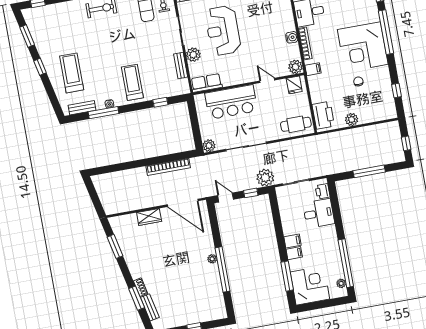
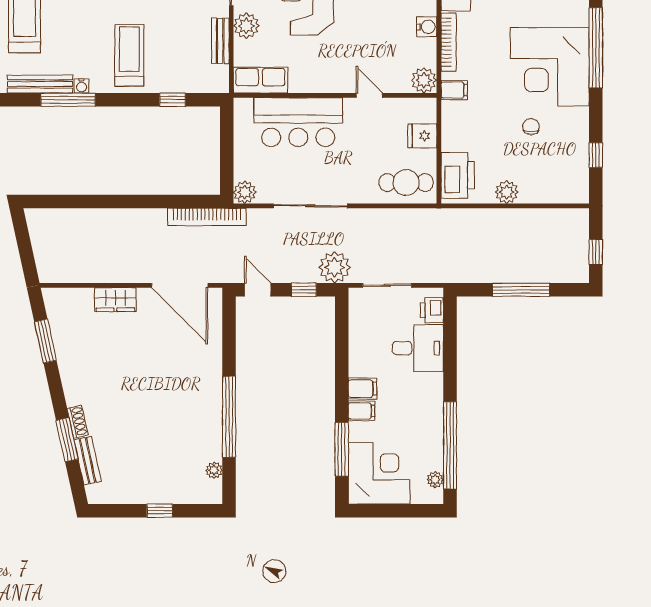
fridge: (294, 85) -> (422, 136), moved, turned 90
bench: (82, 108) -> (40, 84), width x1.36
bookcase: (168, 167) -> (207, 217), moved
plant: (212, 259) -> (214, 470), moved

